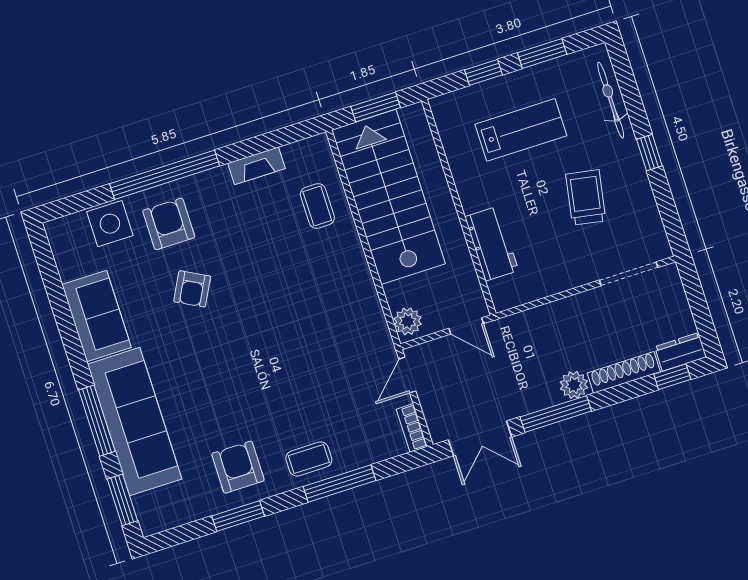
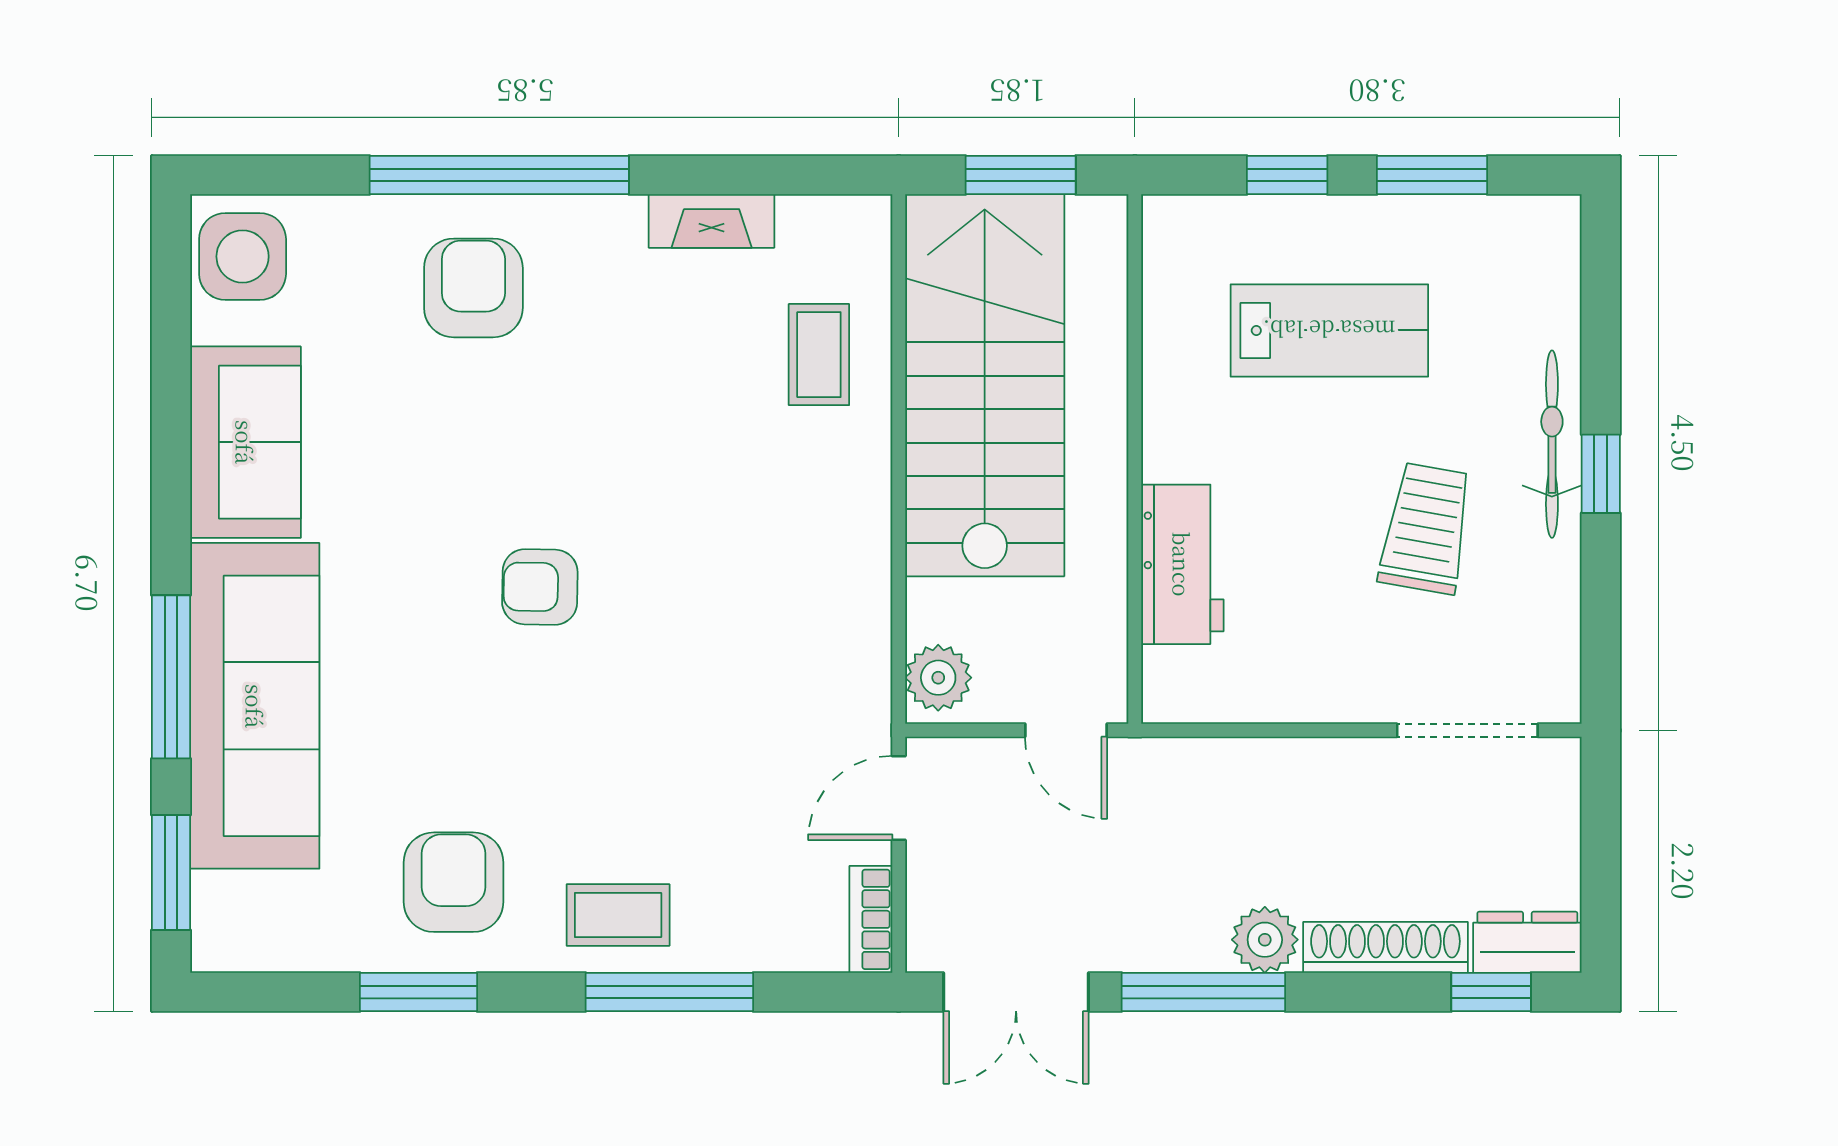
bicycle: (611, 100) -> (1552, 444), moved
side table: (110, 224) -> (243, 256), moved
armchair: (192, 289) -> (540, 587), moved, turned 63

